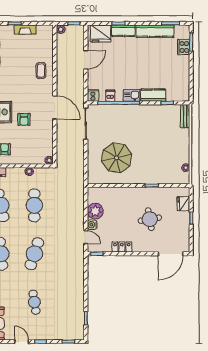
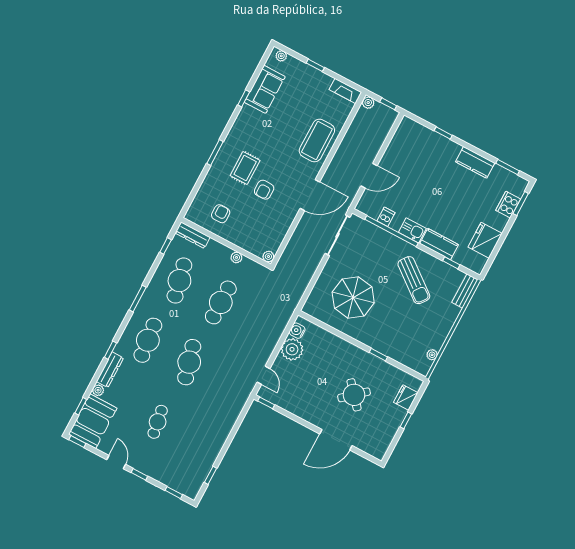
fireplace: (25, 30) -> (345, 91), moved
kitchen counter: (123, 31) -> (444, 145), removed
kitchen counter: (155, 31) -> (475, 162), width x0.67
fridge: (101, 34) -> (485, 240), moved, turned 90
door: (86, 60) -> (369, 176), moved
coffee table: (41, 71) -> (317, 141), width x1.86, depth x1.72
cooker: (93, 95) -> (365, 205), removed
door: (55, 107) -> (310, 195), hinge flipped
sun lounger: (149, 126) -> (414, 280), added
round table: (150, 219) -> (354, 395), turned -31
water cooler: (92, 225) -> (297, 331), moved
locker: (122, 247) -> (302, 411), removed
cafe table: (34, 254) -> (189, 362), turned -33
door: (171, 254) -> (336, 440), moved

